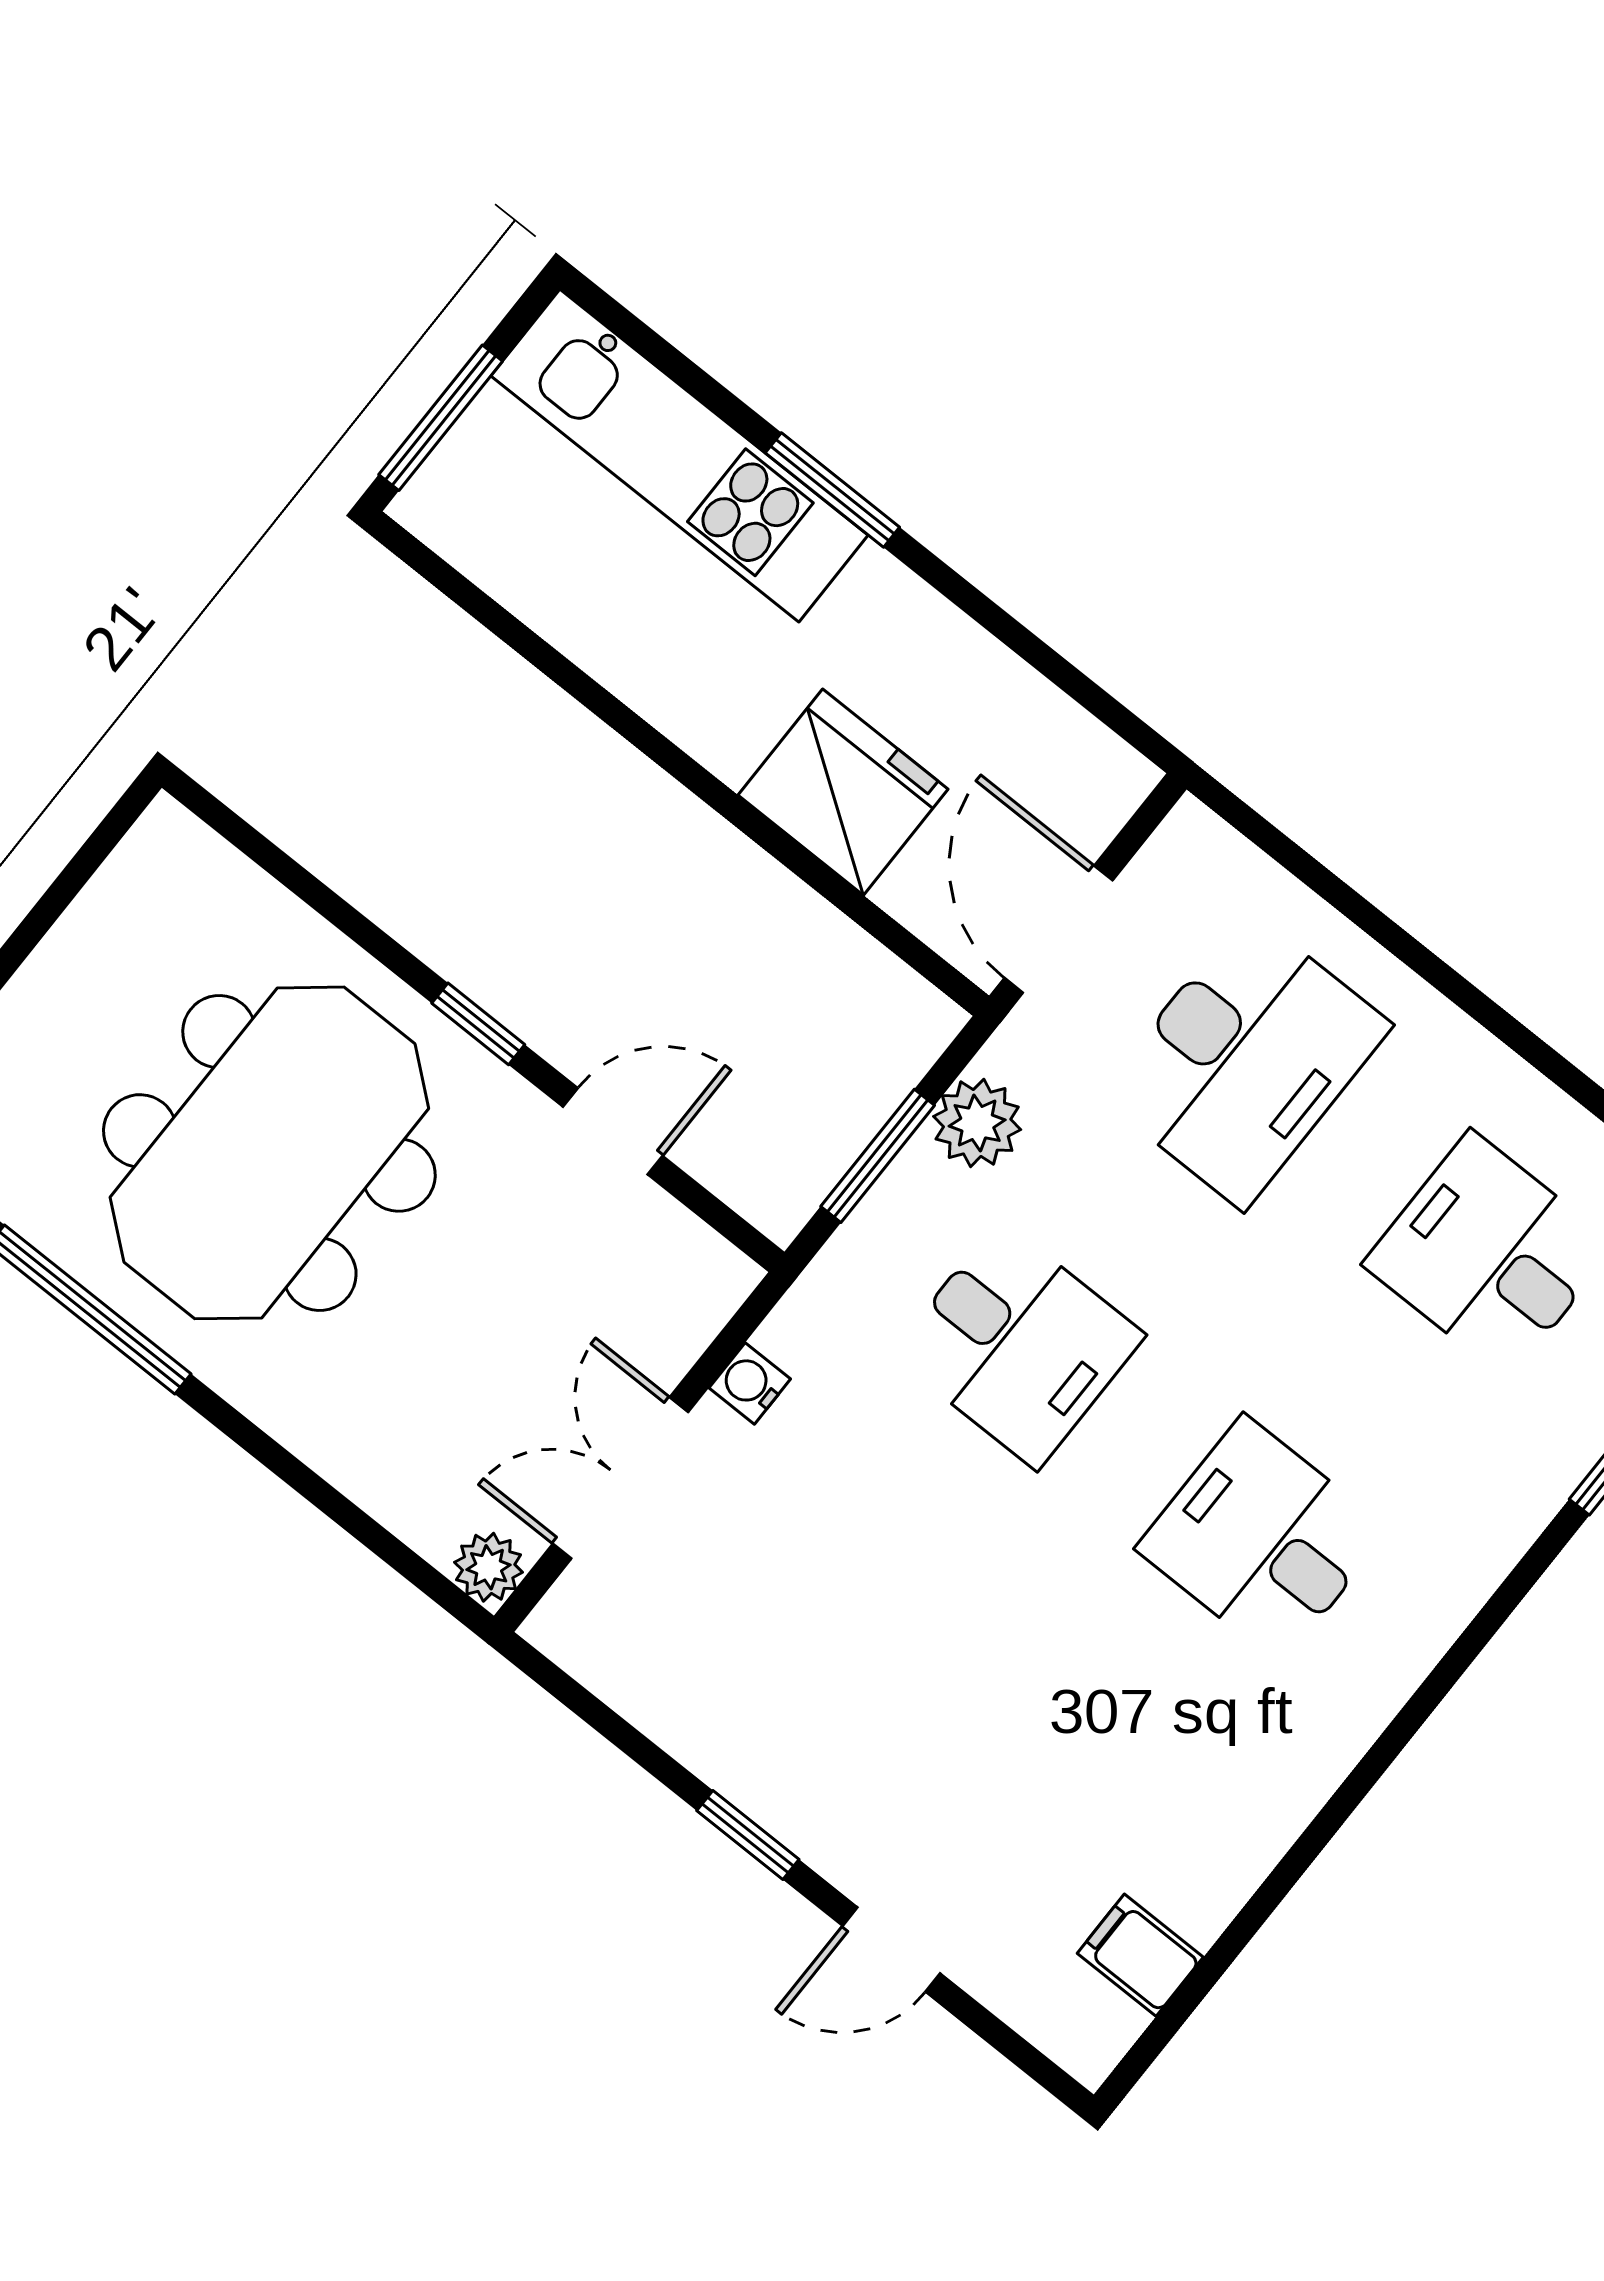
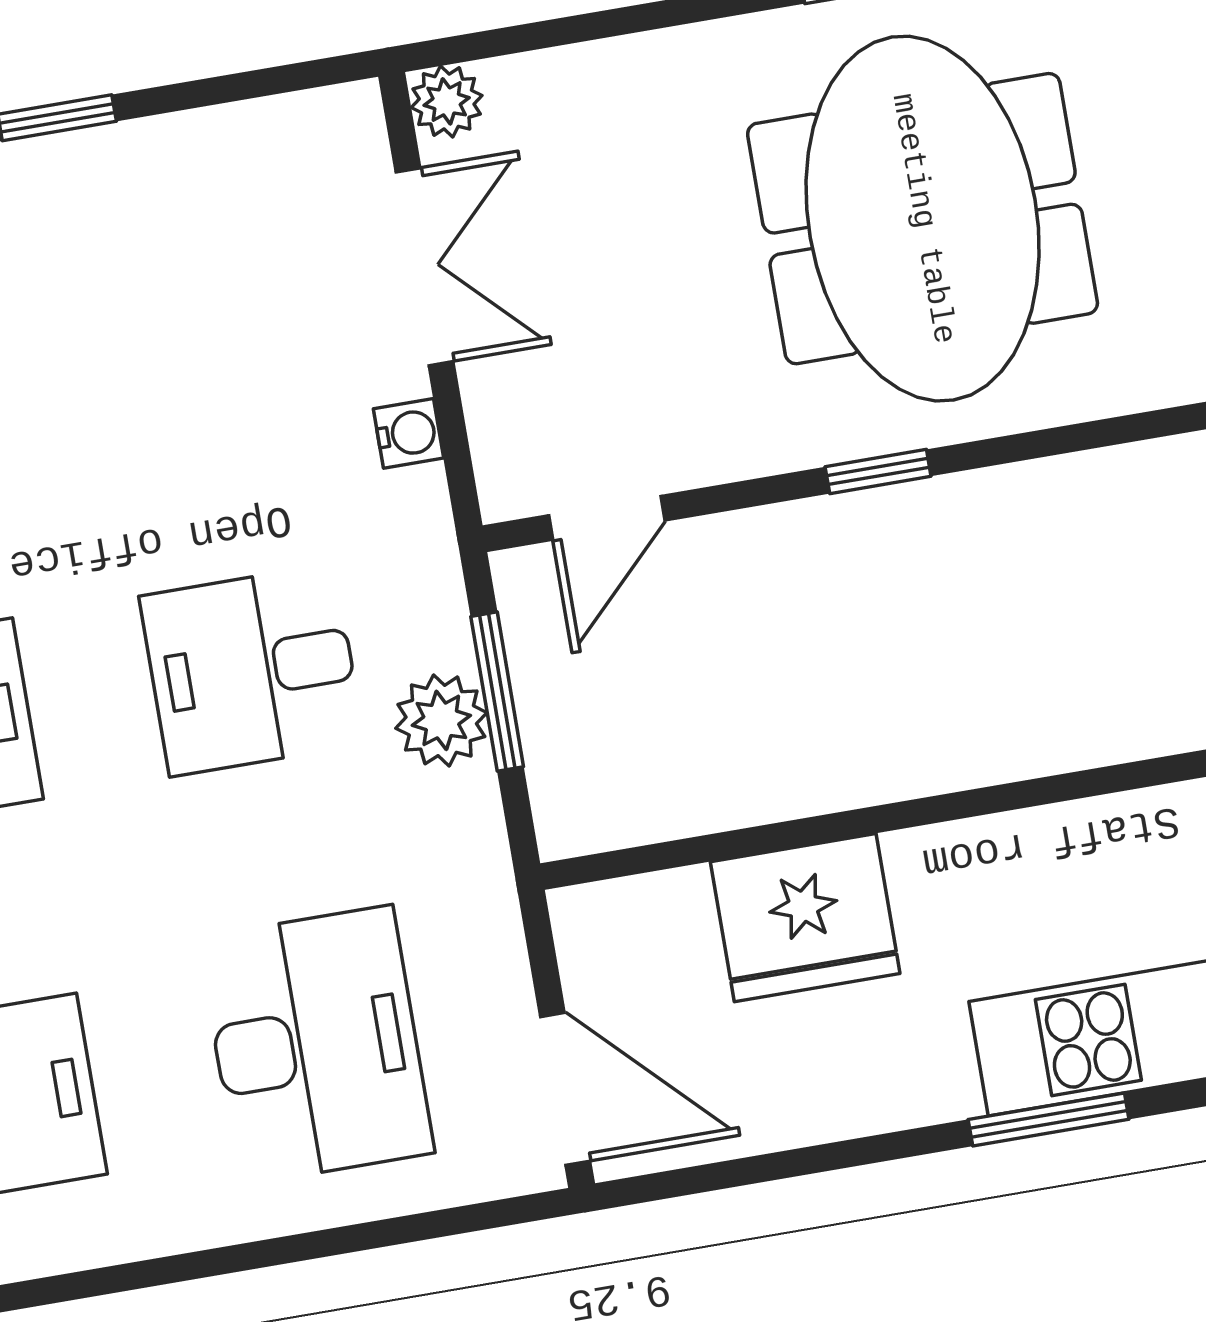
door: (1059, 929) -> (565, 1089), moved
desk: (1245, 1060) -> (316, 1045), turned 180
plant: (977, 1123) -> (441, 720), moved
door: (613, 1131) -> (607, 518), moved

